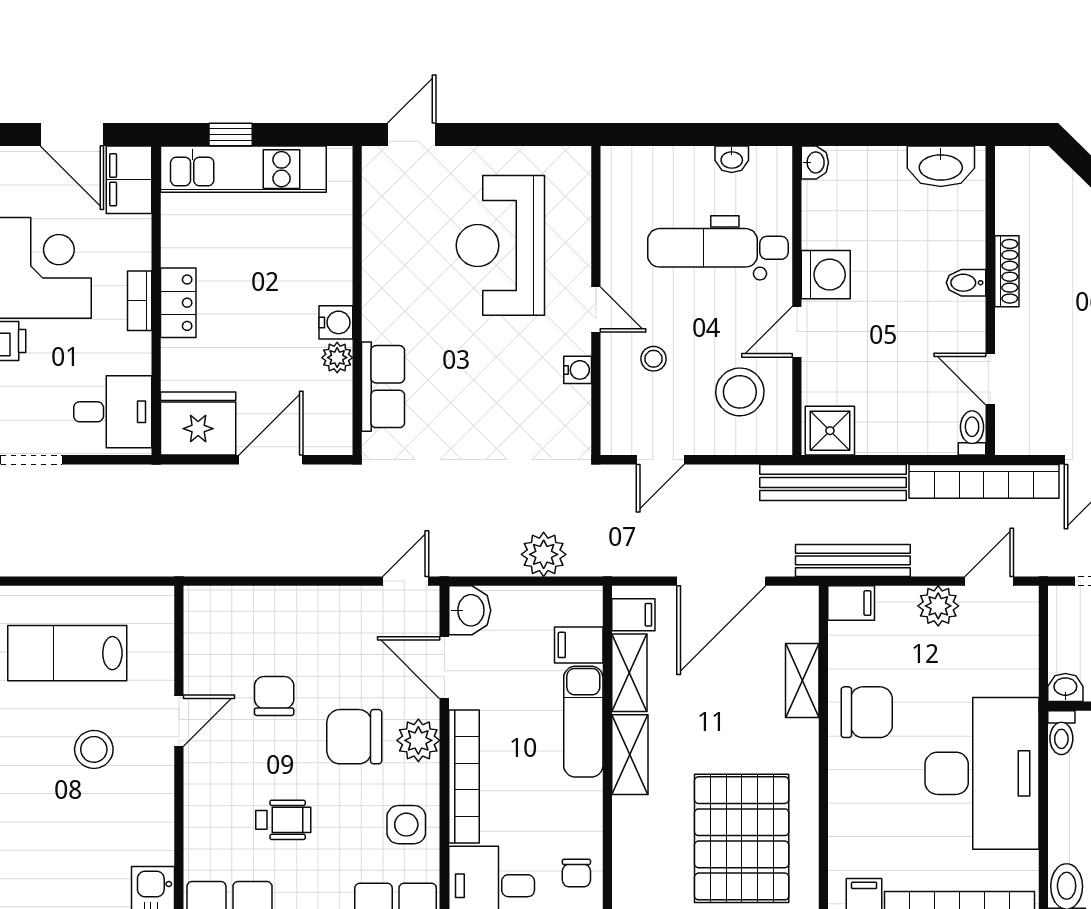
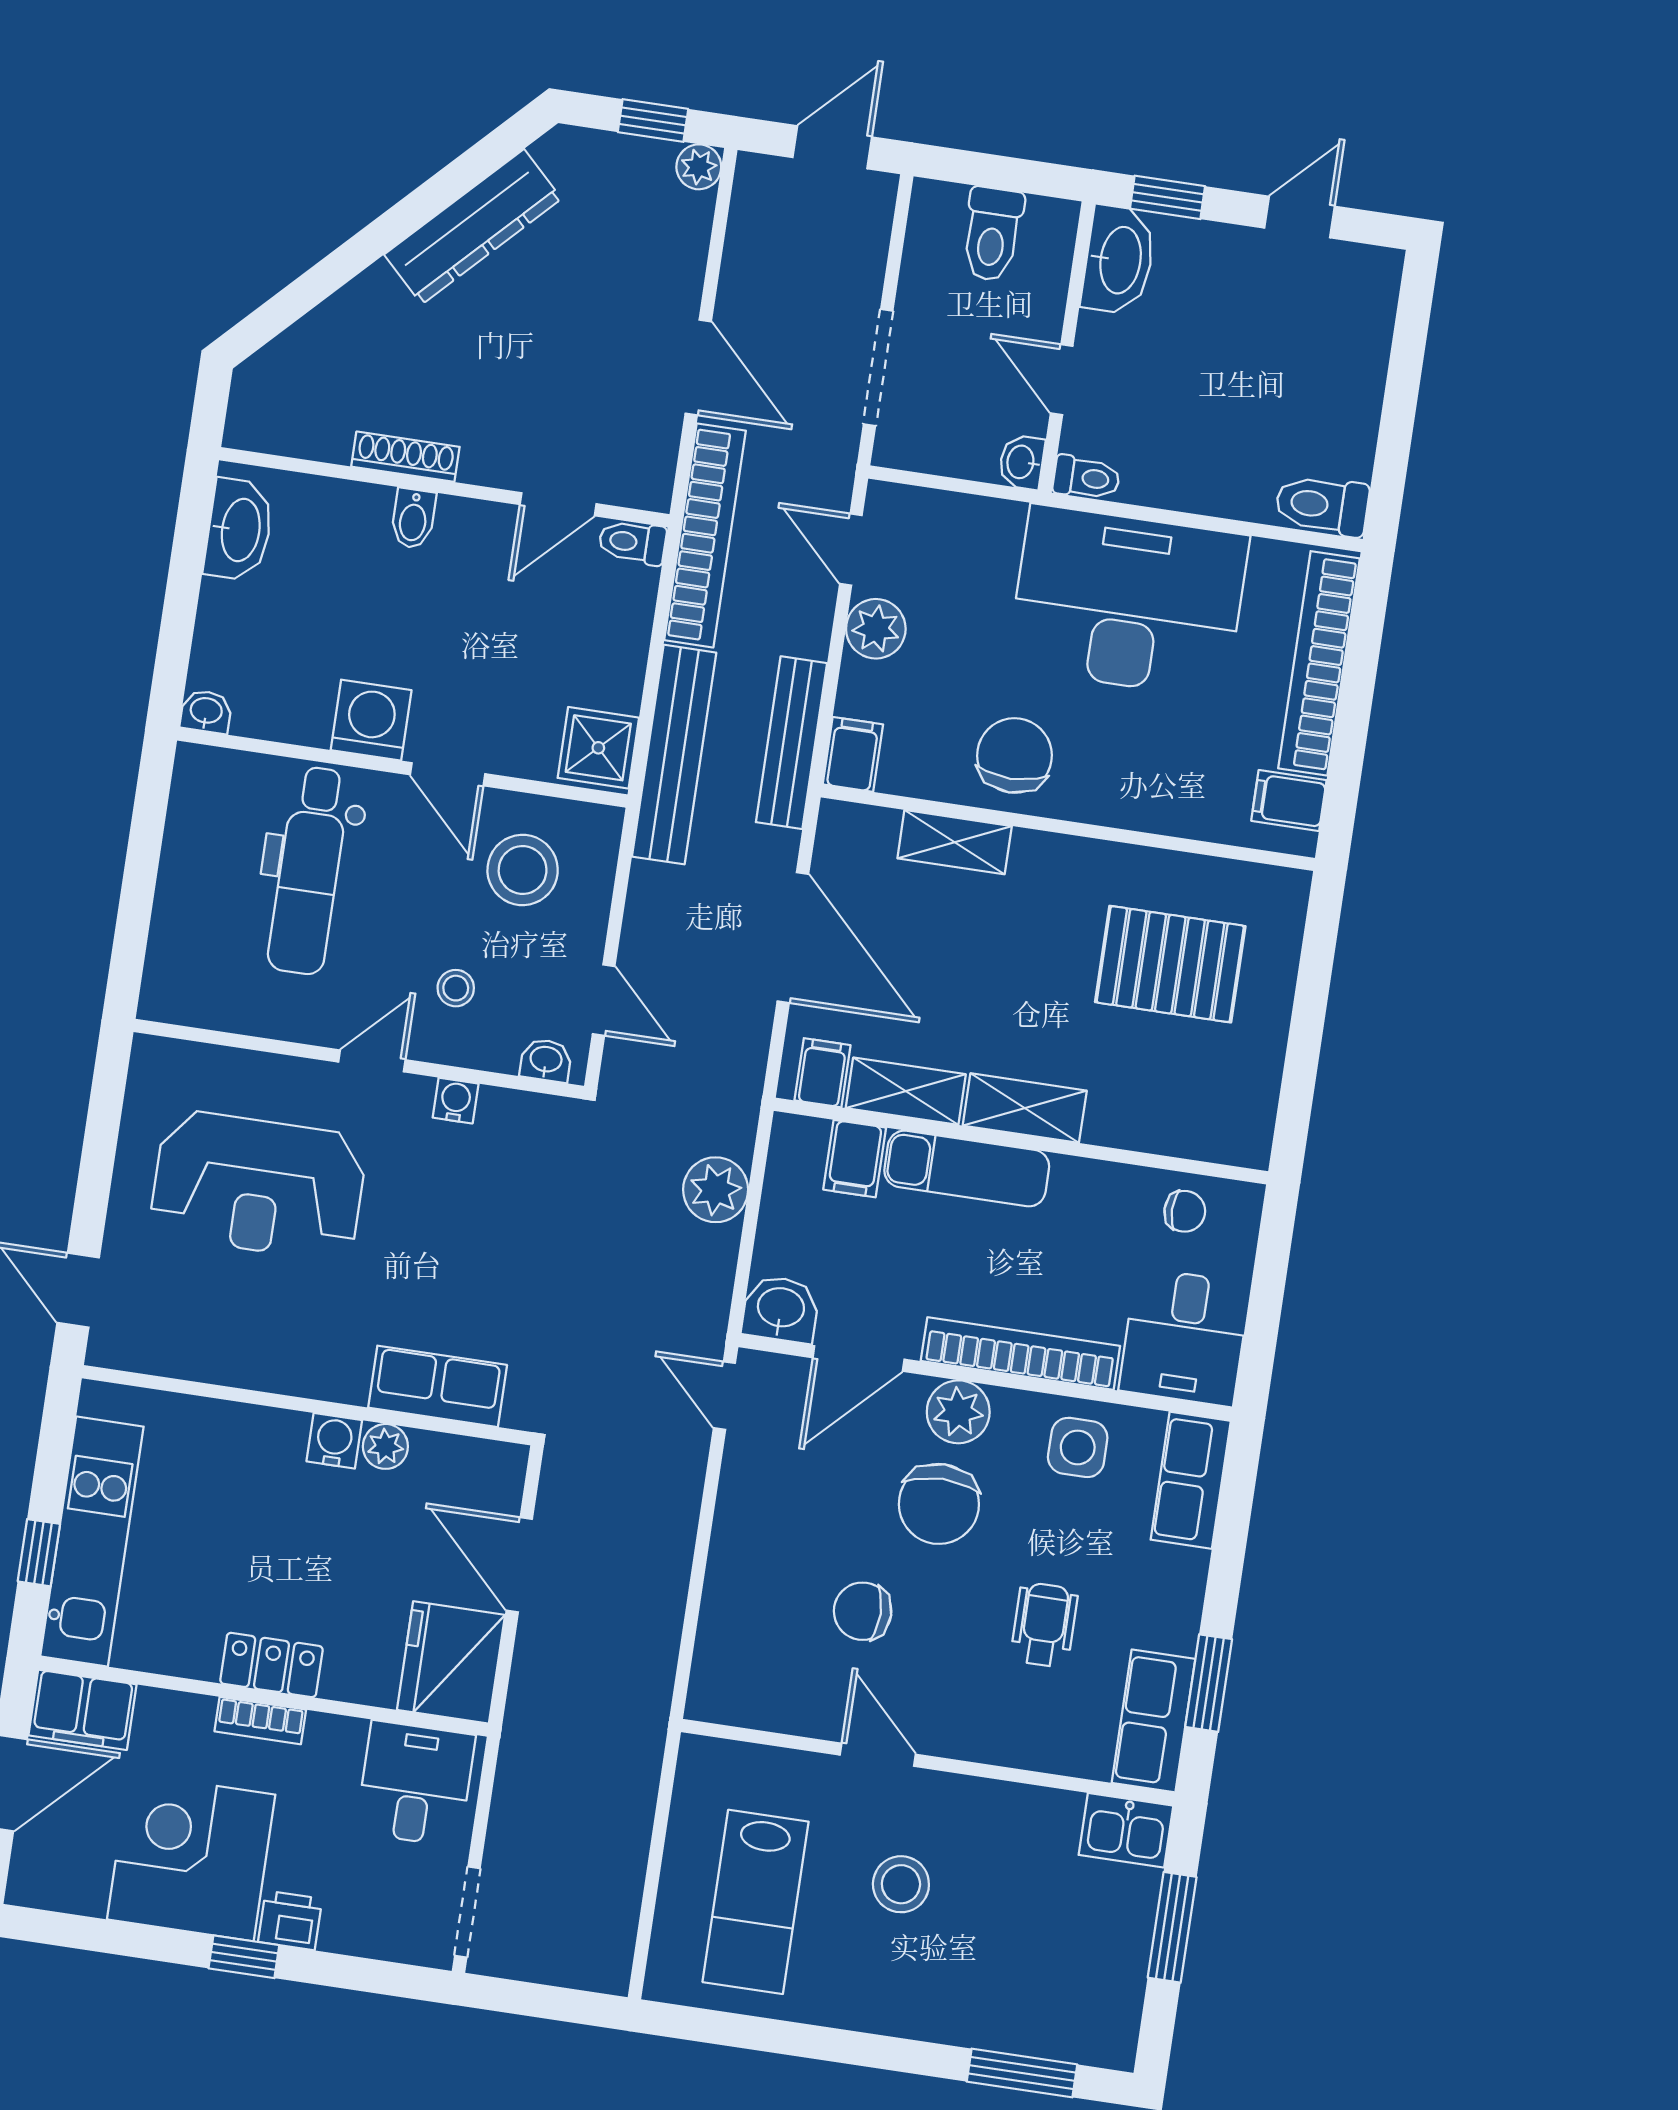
washbasin: (732, 159) -> (546, 1060), moved, turned -90
pallet: (742, 838) -> (1170, 964), width x0.73, depth x0.71

